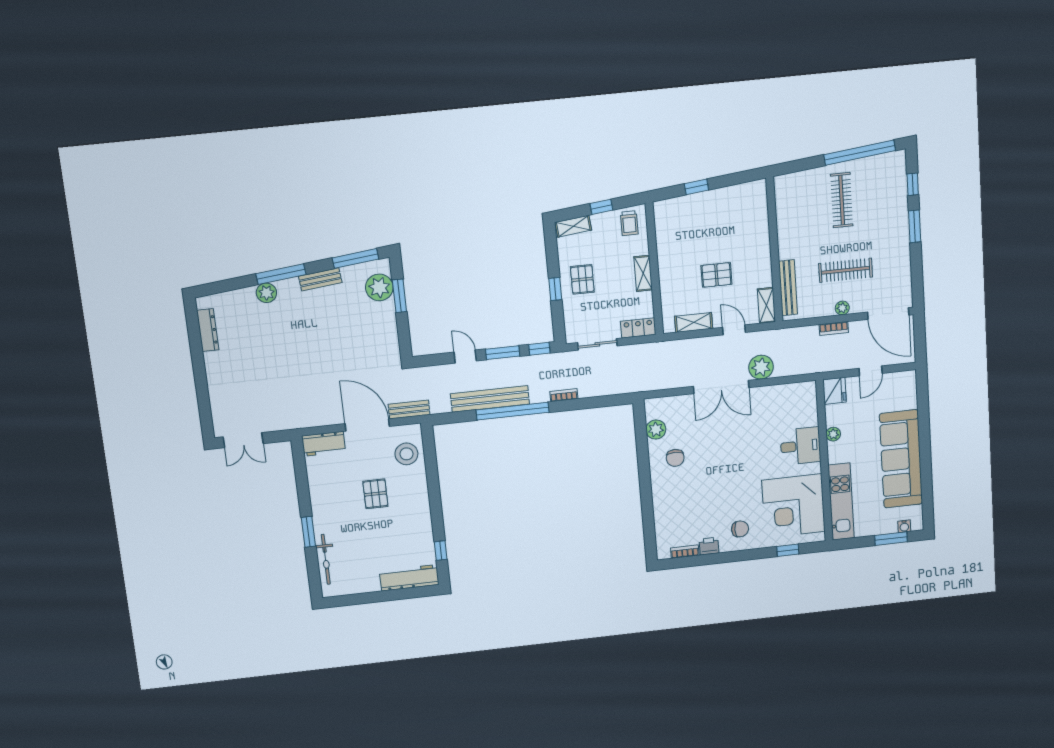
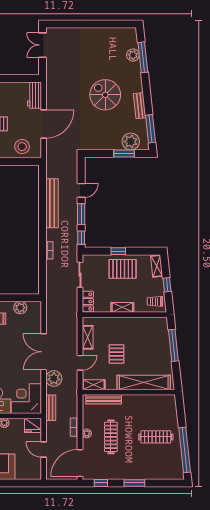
window: (913, 184) -> (101, 483), moved
window: (696, 187) -> (173, 345), width x2.17
shelving: (758, 228) -> (144, 382), added
window: (281, 274) -> (143, 57), moved
pallet: (582, 279) -> (123, 269), width x1.50, depth x1.42
plant: (266, 293) -> (133, 55), moved
dresser: (208, 330) -> (115, 32), removed
spiral stairs: (310, 335) -> (105, 95), added
corner desk: (795, 405) -> (26, 399), added
bench: (409, 410) -> (51, 408), moved
window: (513, 411) -> (42, 217), removed

